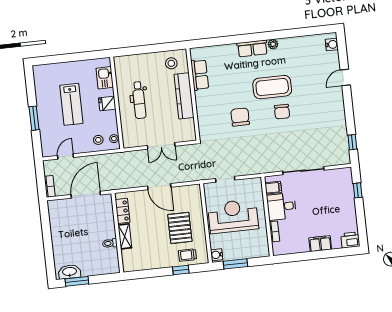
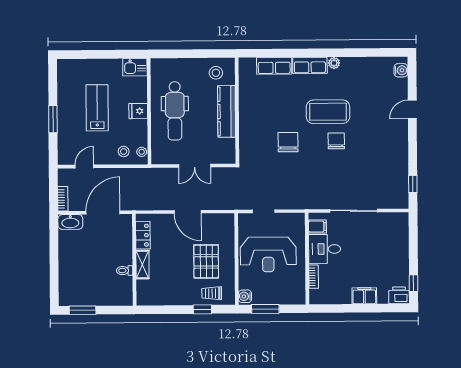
row of seats: (200, 75) -> (274, 66), moved, turned 90
kitchen sink: (105, 78) -> (135, 67), moved, turned -90
dental chair: (139, 100) -> (175, 111), width x1.36, depth x1.38
lab bench: (71, 104) -> (97, 108), turned 180
chair: (282, 112) -> (336, 141), turned 180
window: (358, 190) -> (414, 283), moved
reception desk: (233, 216) -> (268, 254), turned 180
washbasin: (69, 272) -> (70, 222), moved, turned 180

